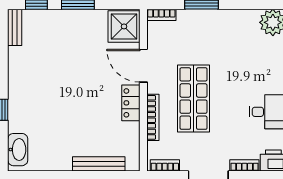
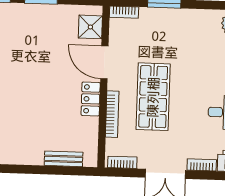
shower: (124, 26) -> (90, 27), width x0.73, depth x0.73
bench: (99, 164) -> (64, 159), width x0.73

